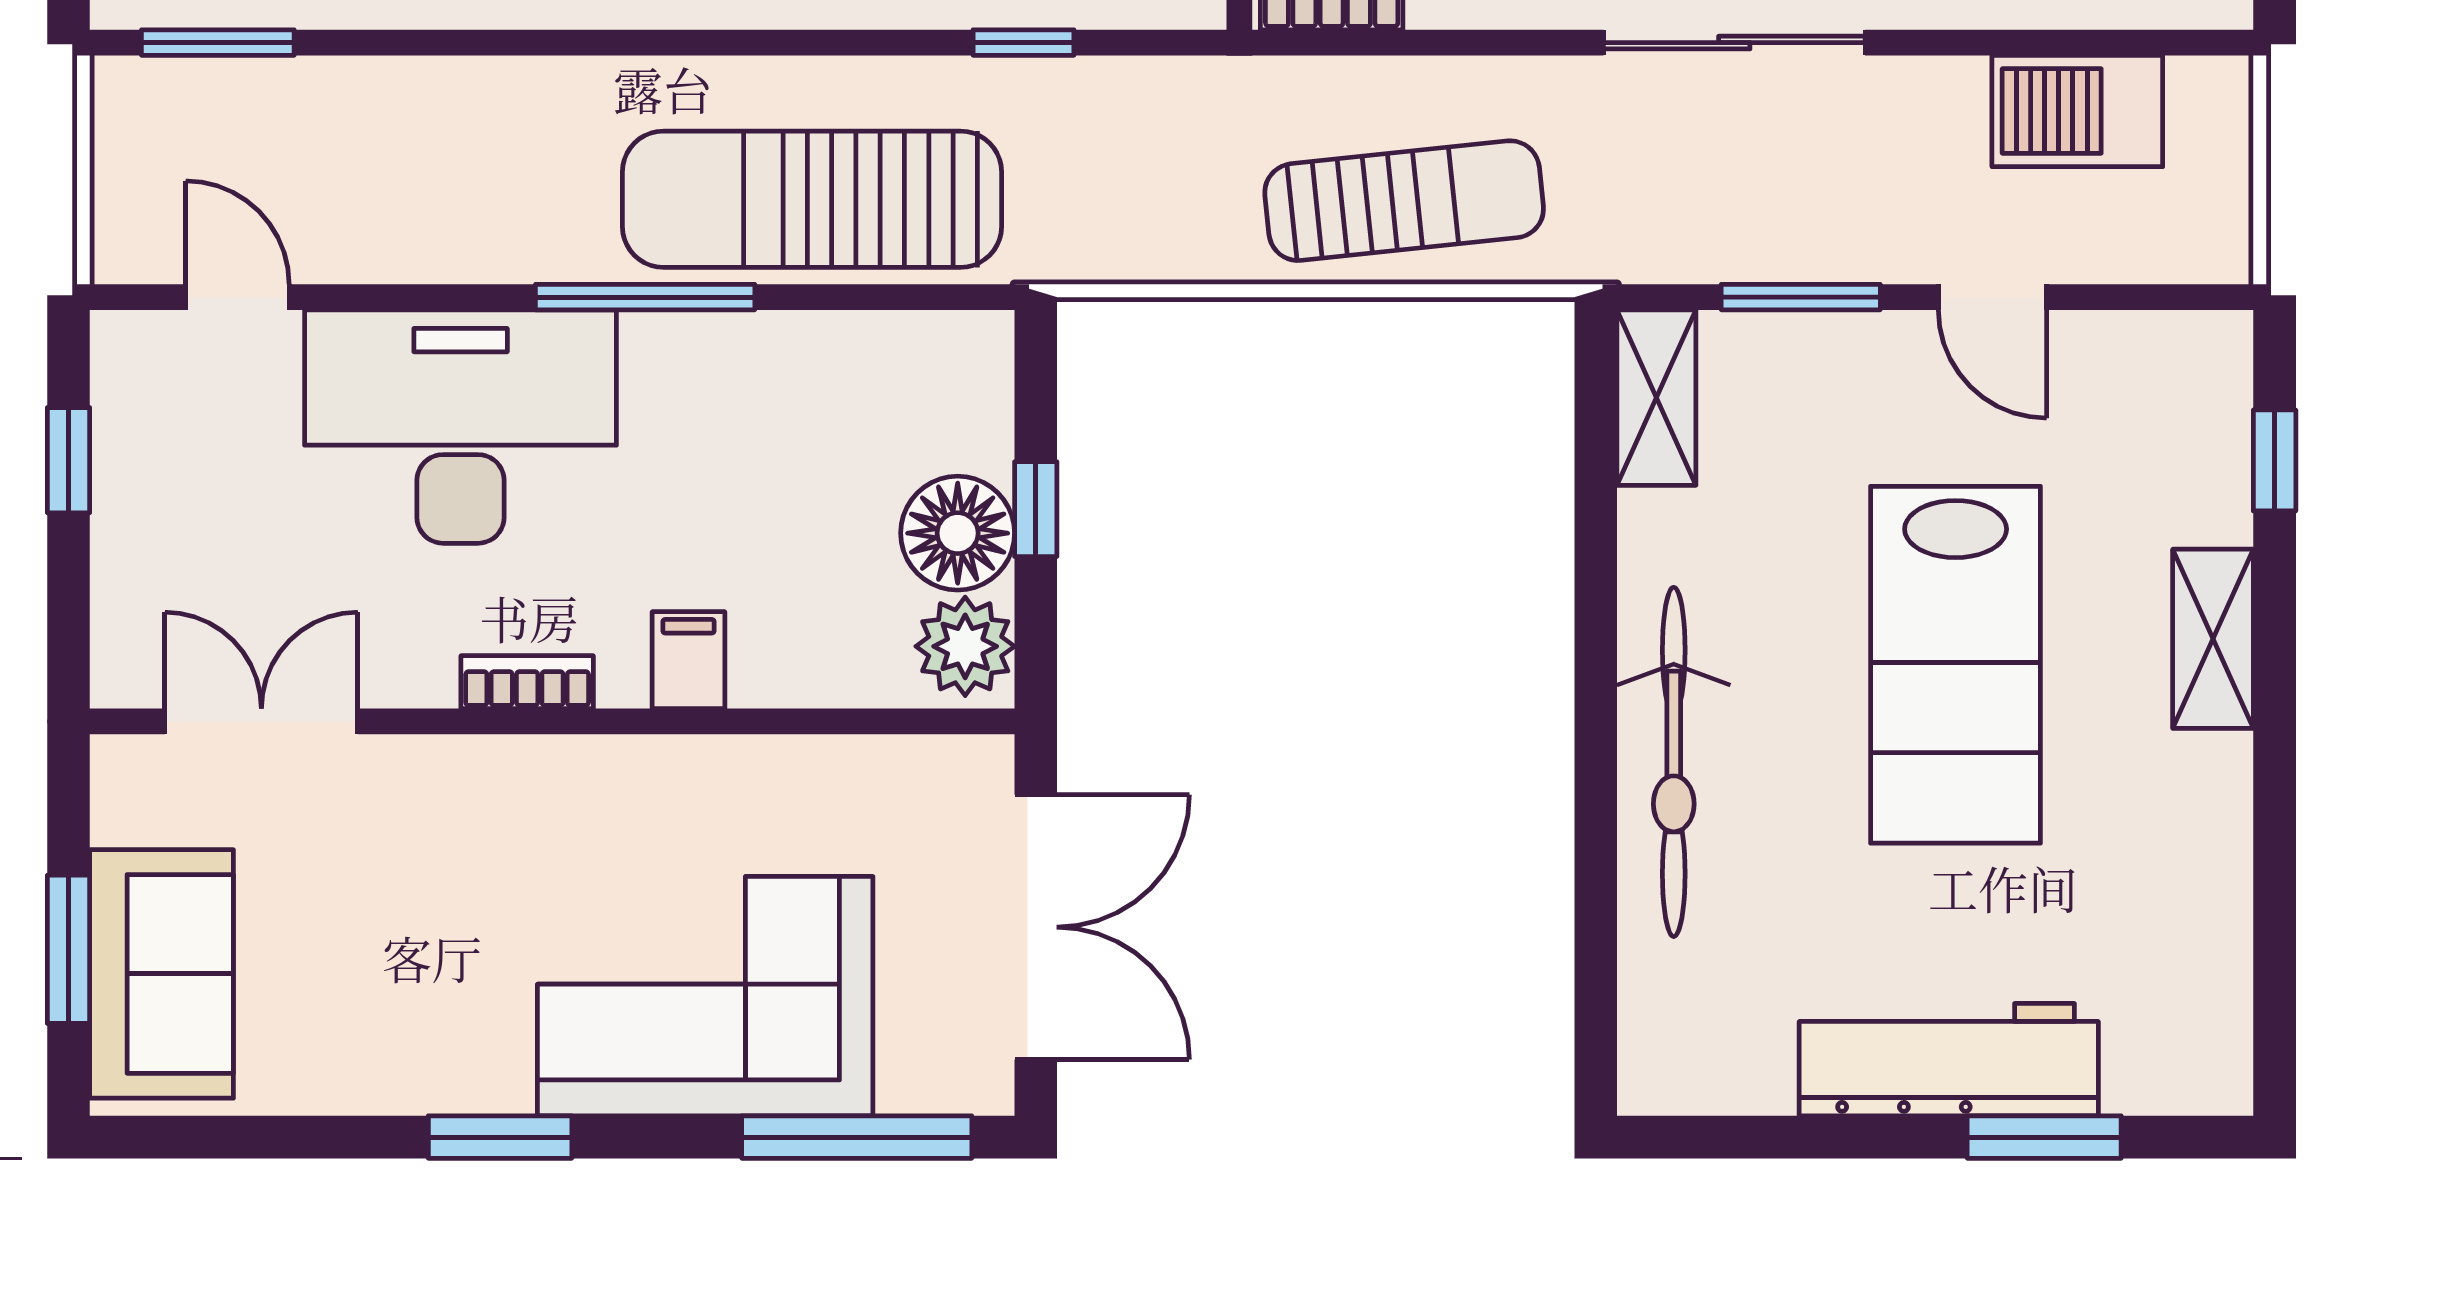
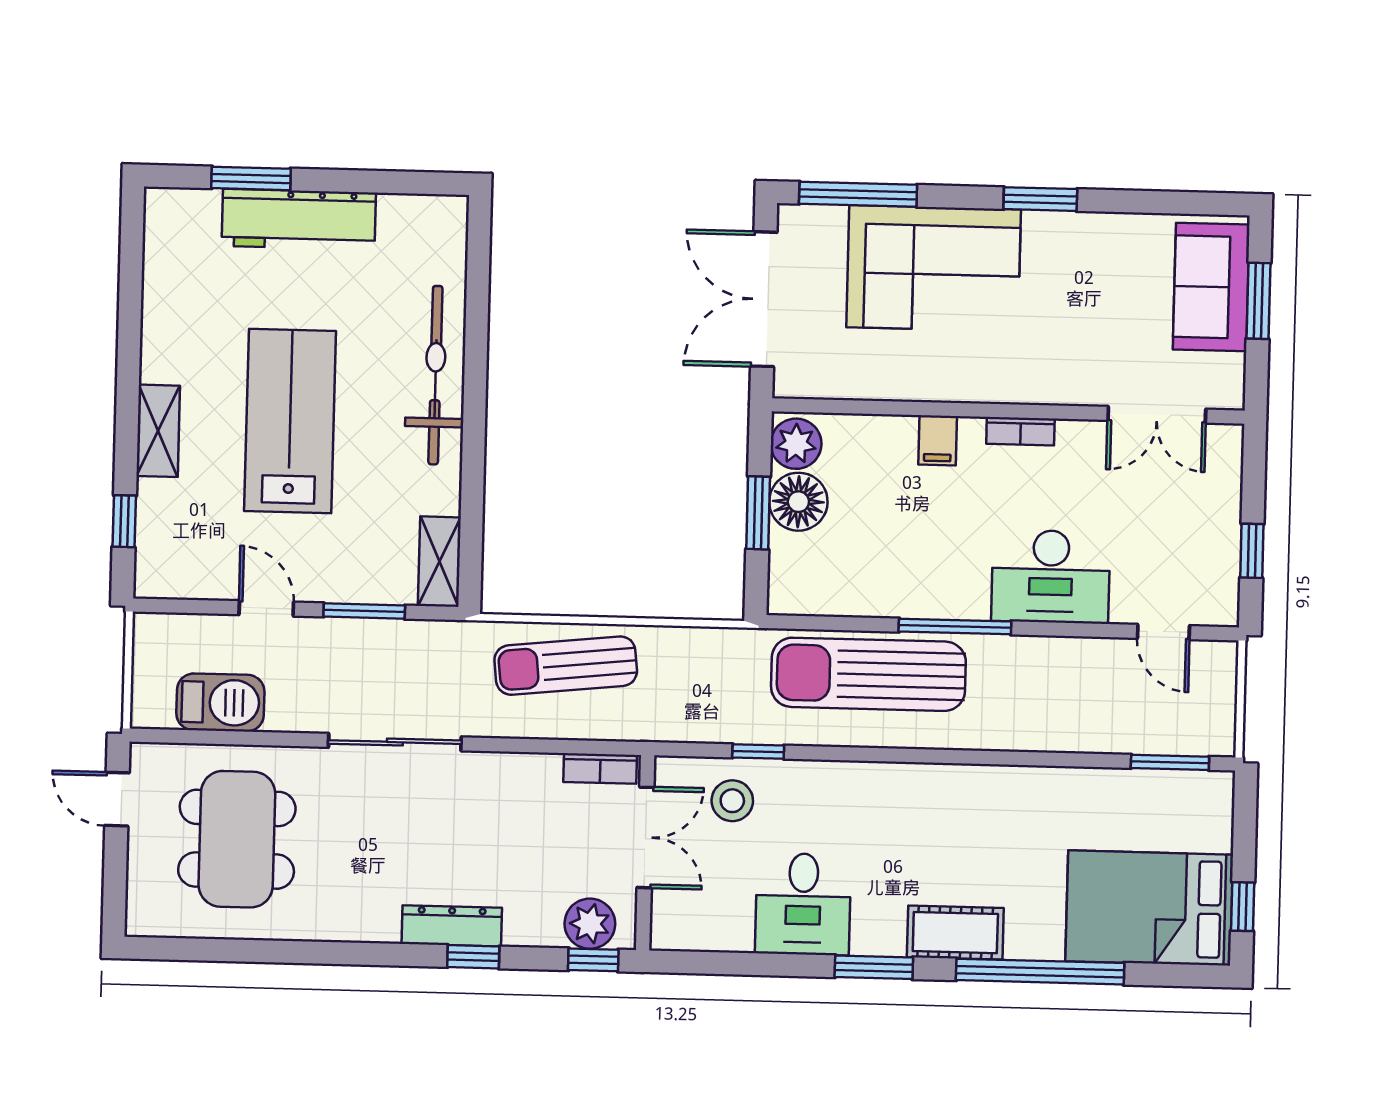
sun lounger: (812, 199) -> (868, 674), turned 180
desk: (461, 427) -> (1051, 577), width x0.73, depth x0.77
window: (1036, 509) -> (758, 513), width x1.50

